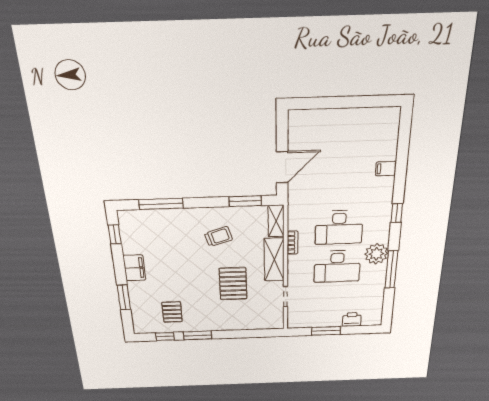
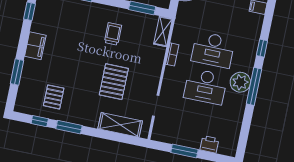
trolley: (218, 237) -> (113, 34), turned -73
shelving: (274, 260) -> (120, 125), moved, turned 90
window: (391, 270) -> (254, 86), moved

